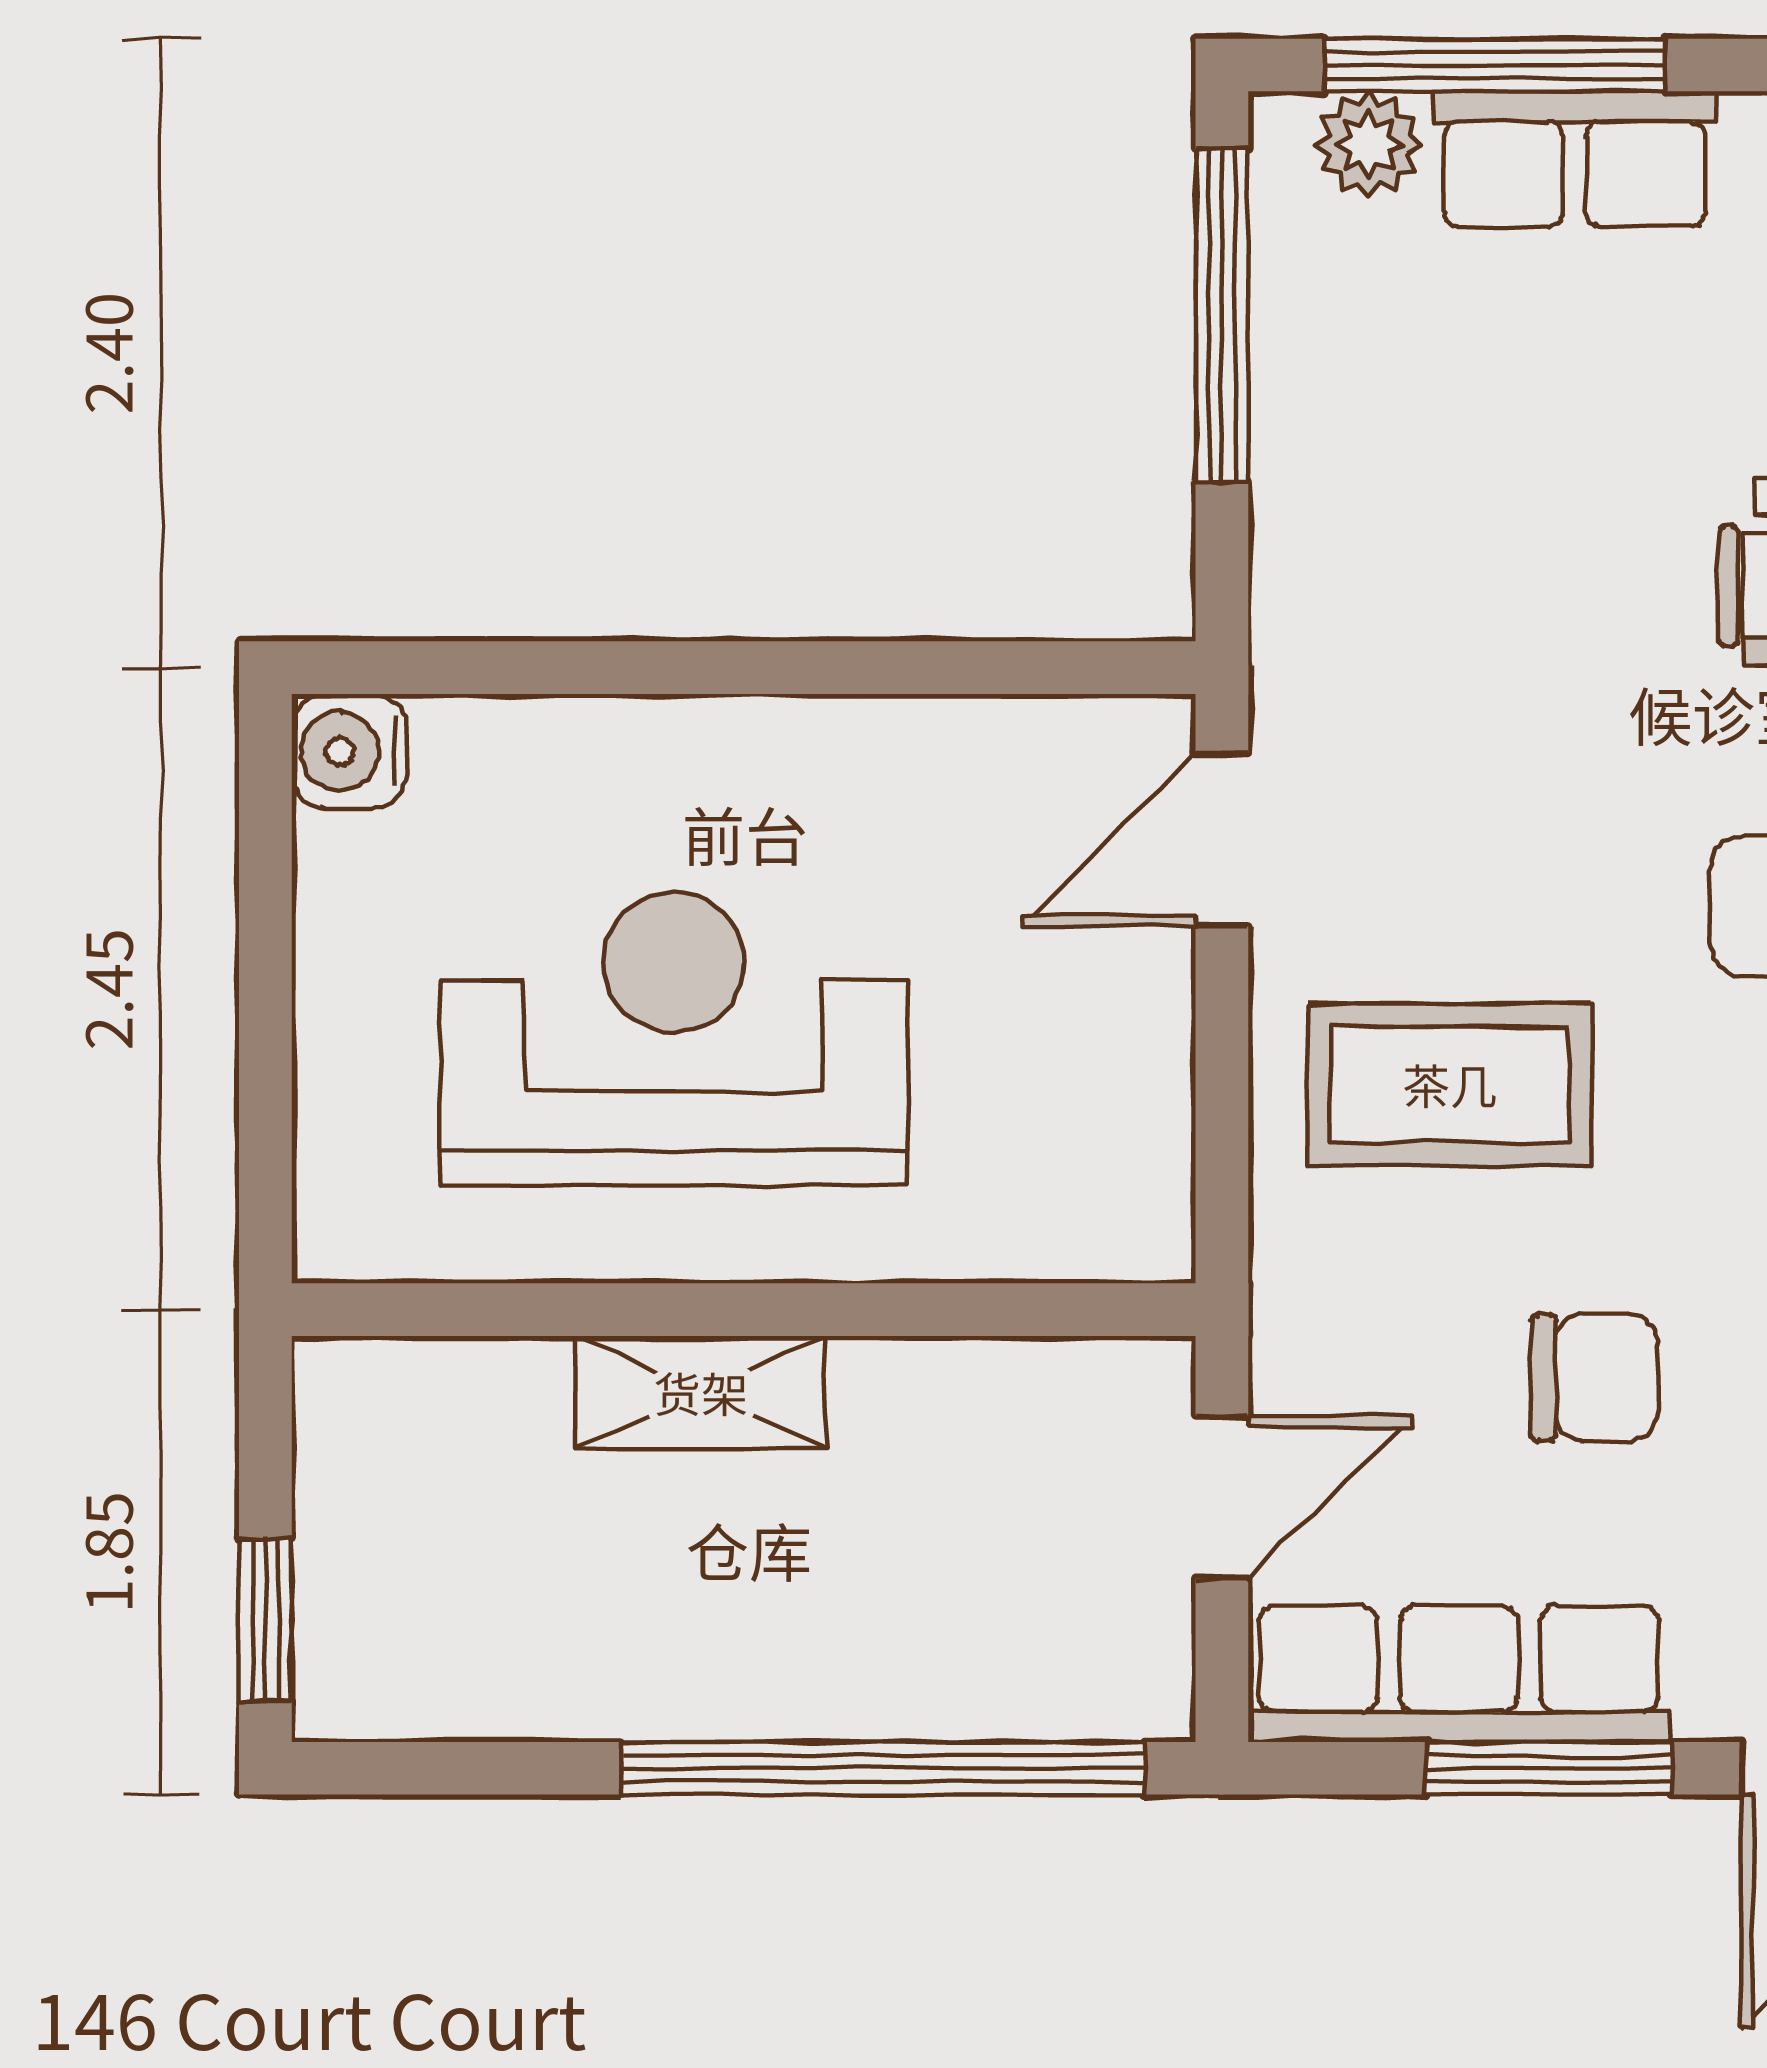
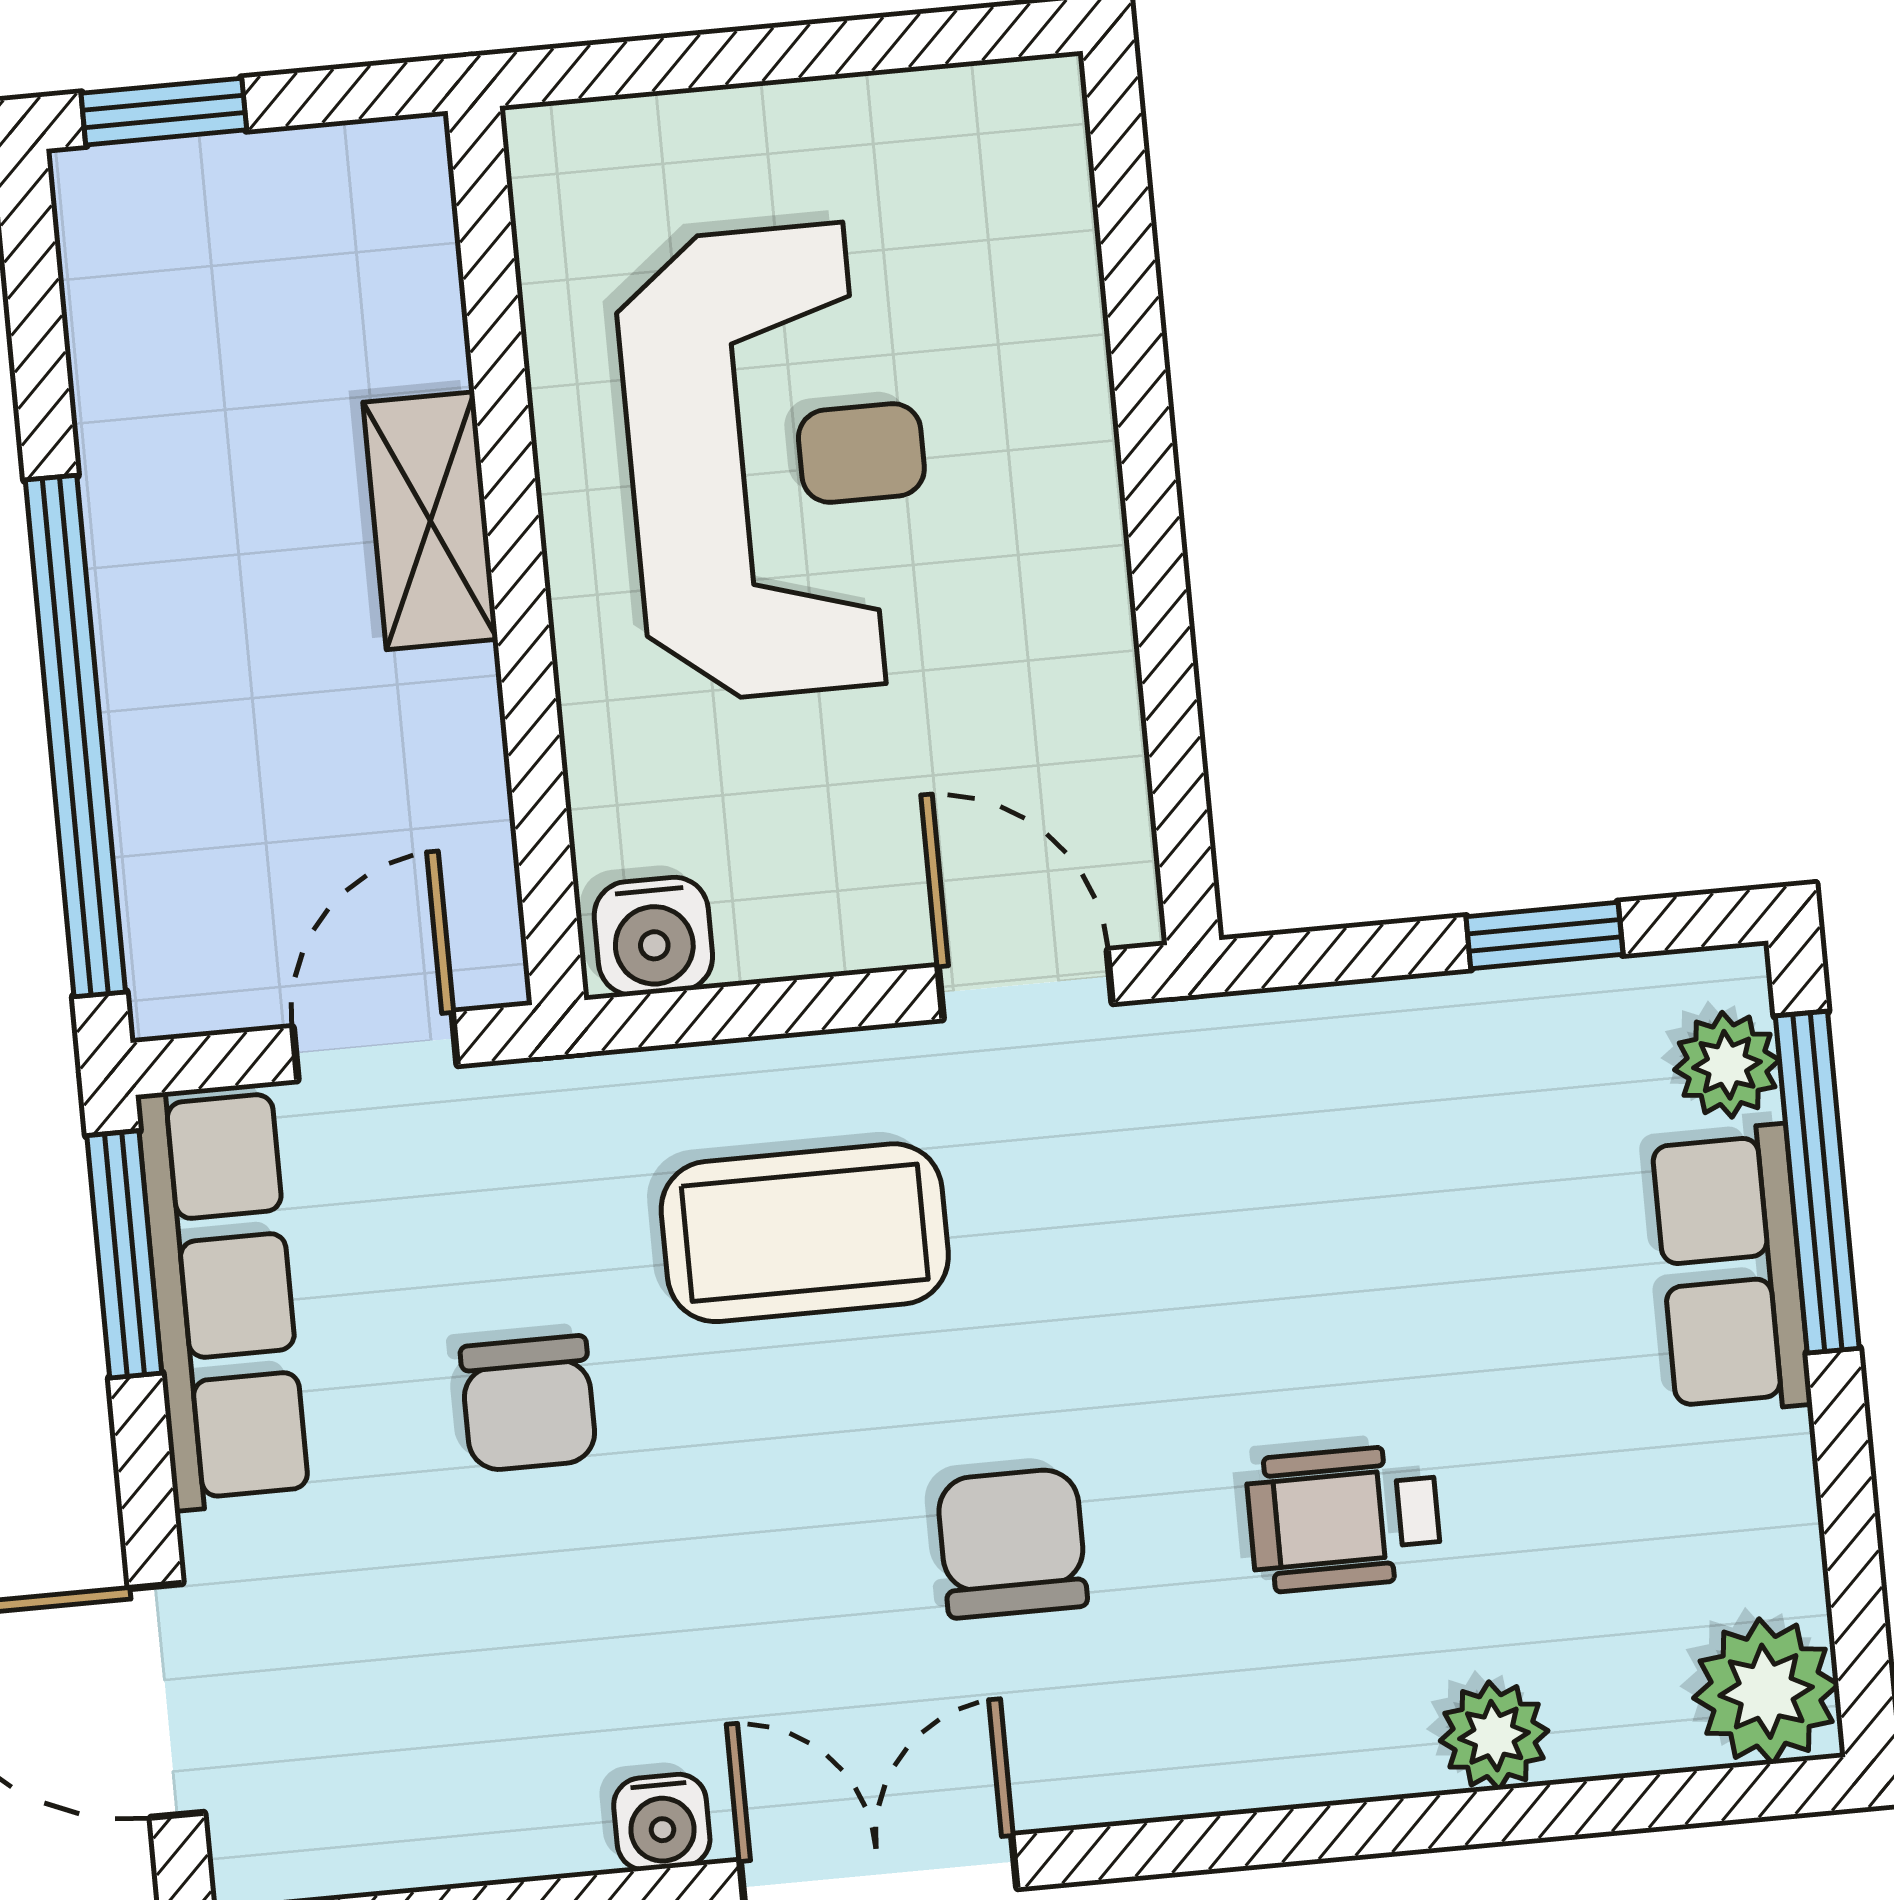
window: (1222, 315) -> (1544, 936), width x0.46
water cooler: (349, 751) -> (653, 936), moved, turned 180
coffee table: (1450, 1084) -> (805, 1233), turned 90
door: (1222, 1497) -> (375, 1046), swing flipped
window: (1549, 1768) -> (124, 1254), moved

